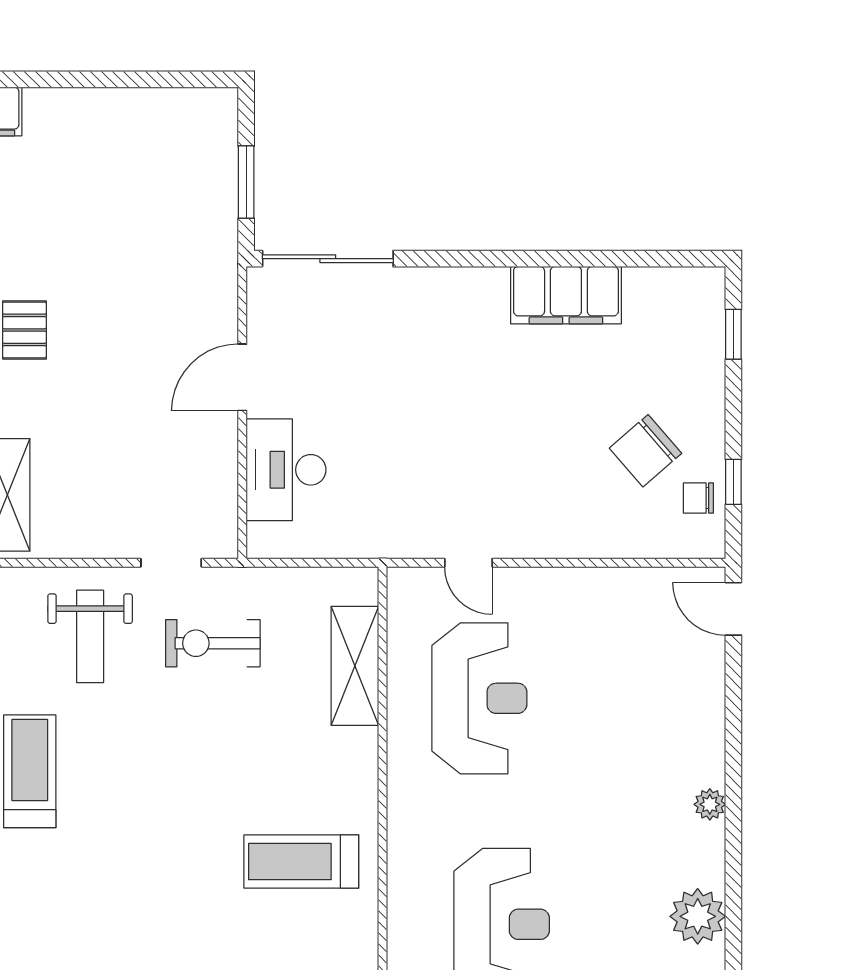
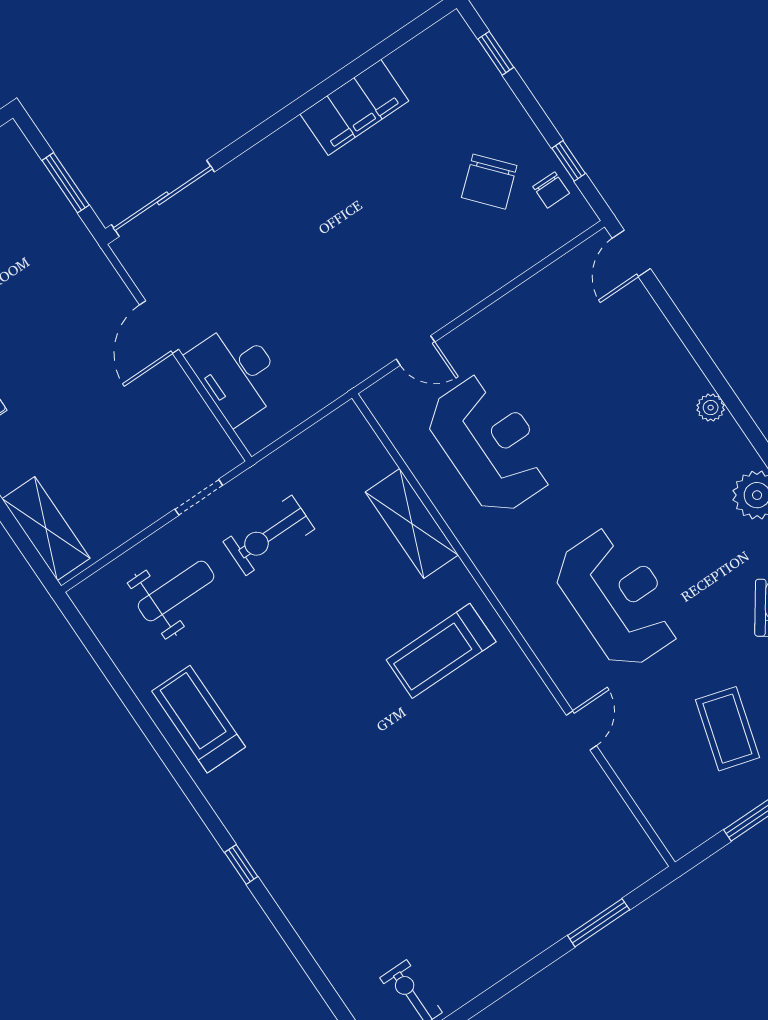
chair: (698, 498) -> (551, 190), turned -90
door: (733, 609) -> (631, 253), hinge flipped
weight bench: (90, 636) -> (176, 591), turned -90
shelving: (355, 666) -> (412, 523), moved

